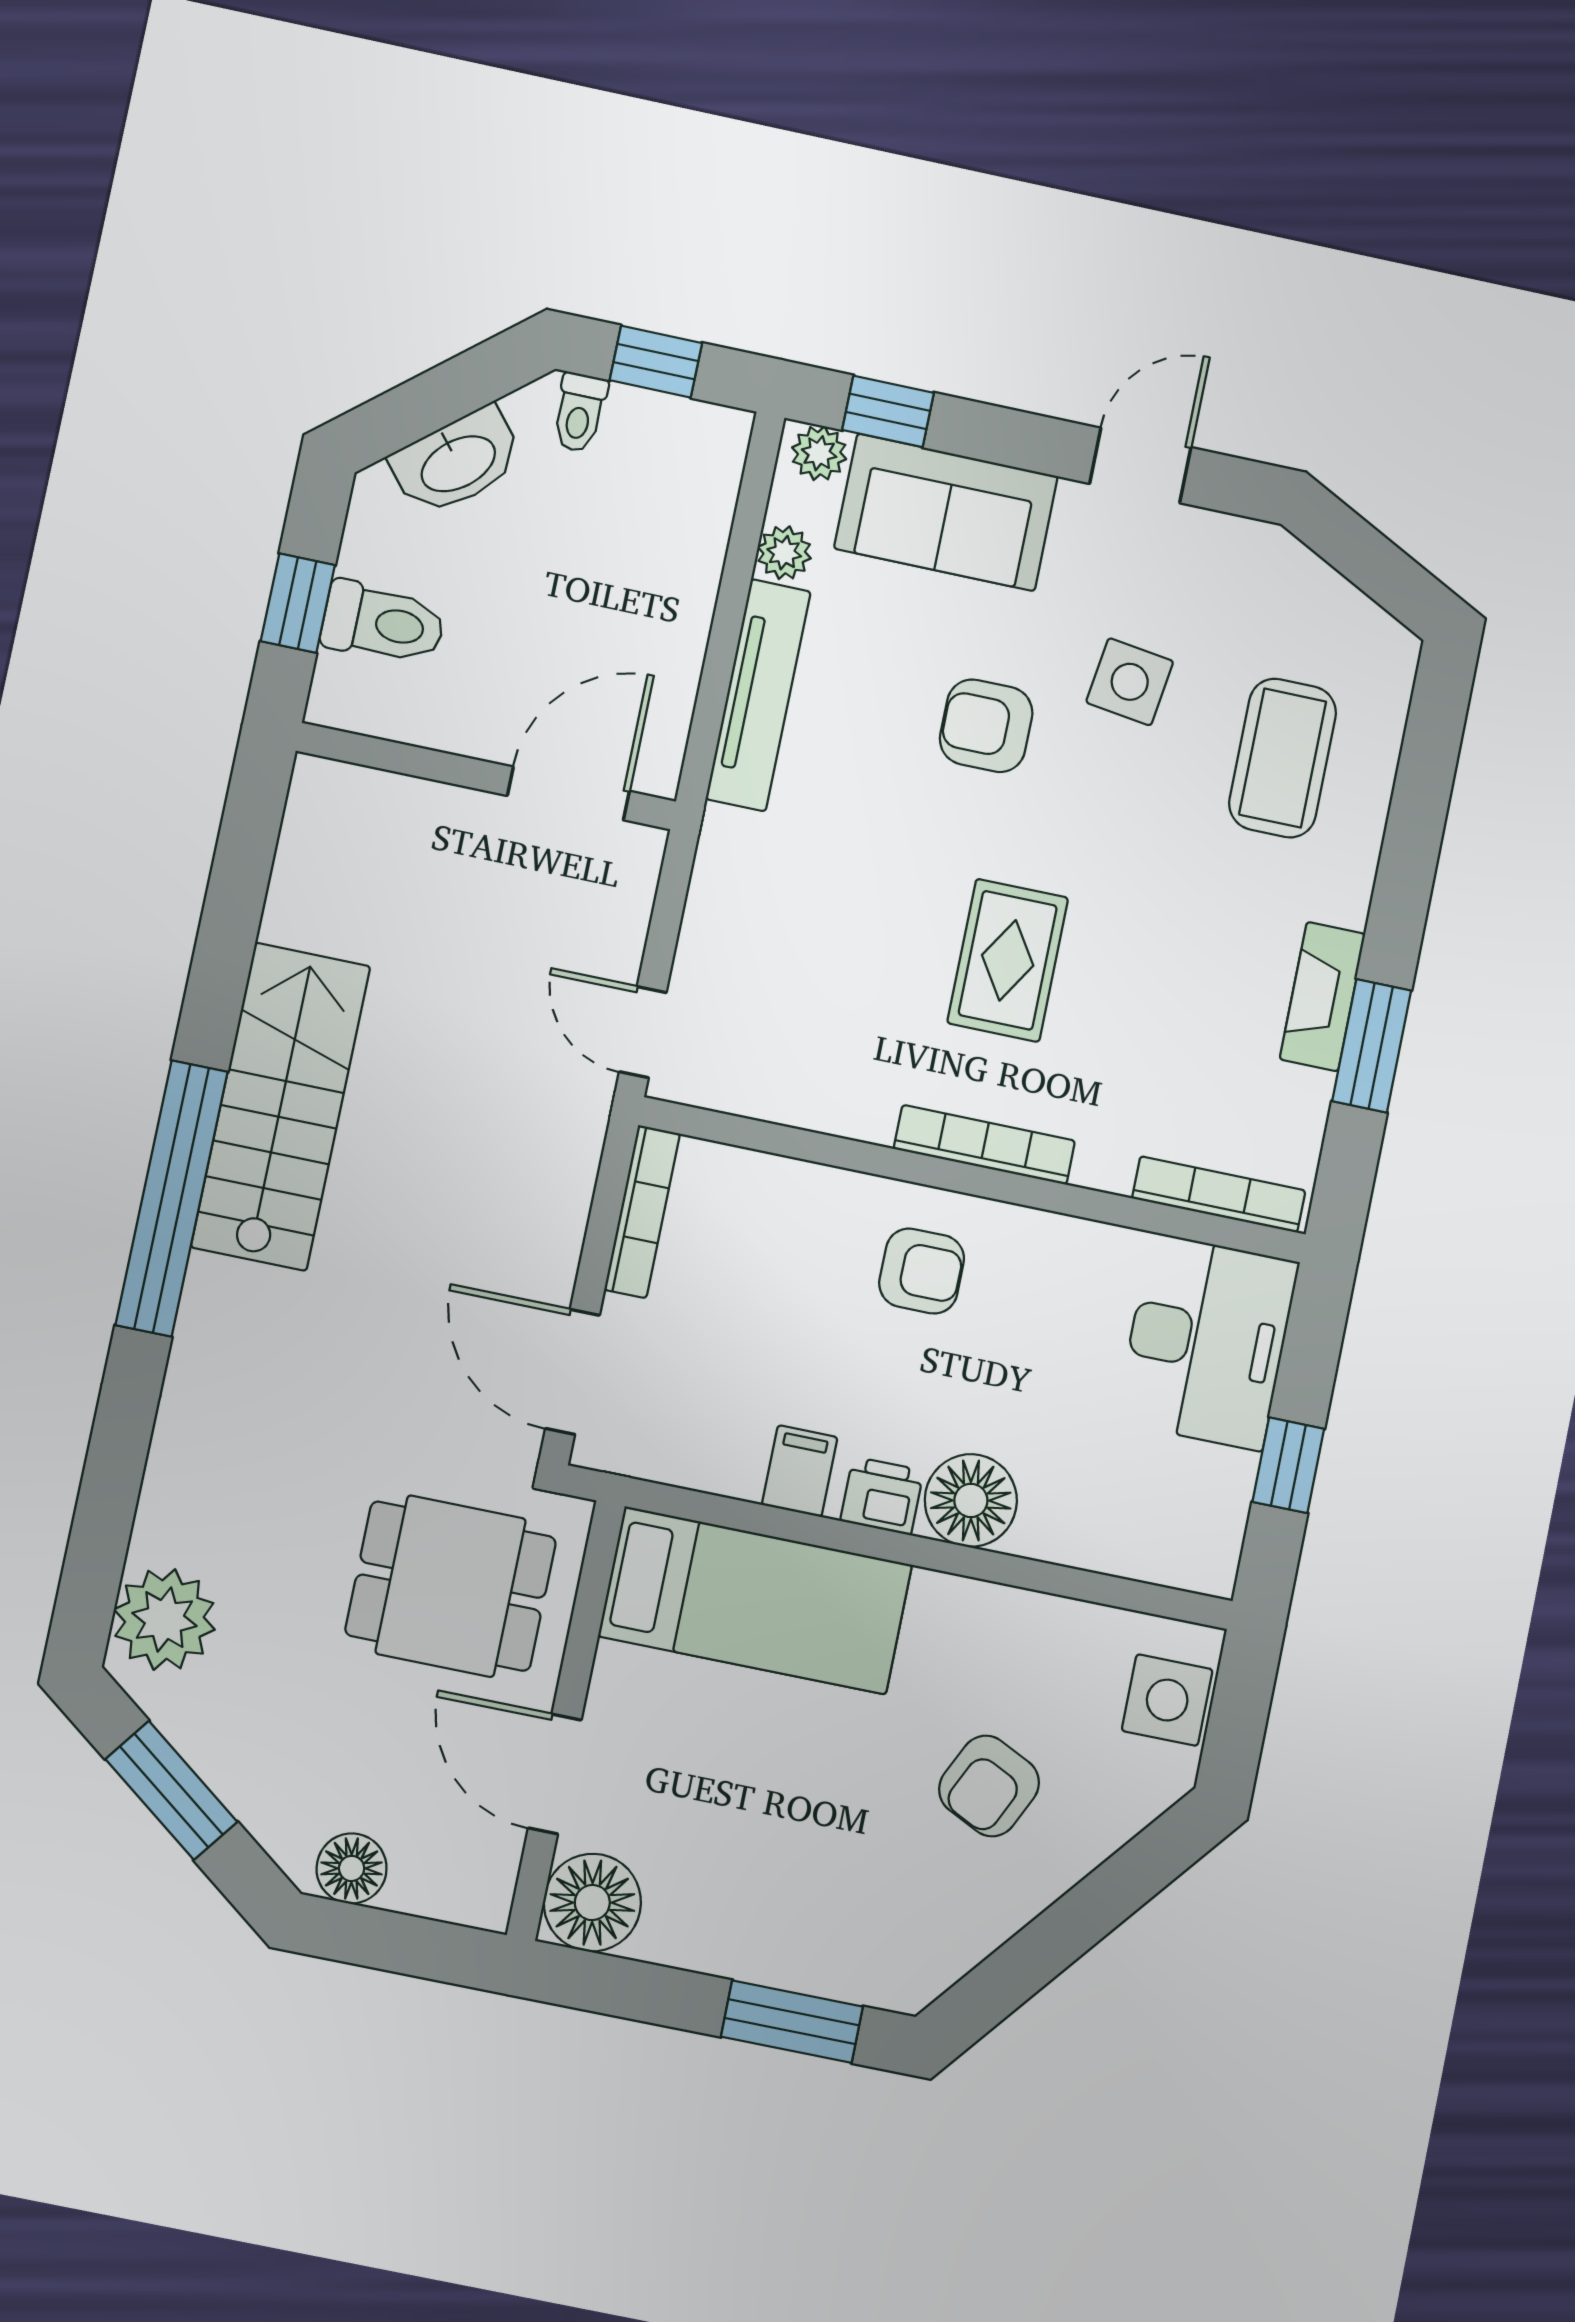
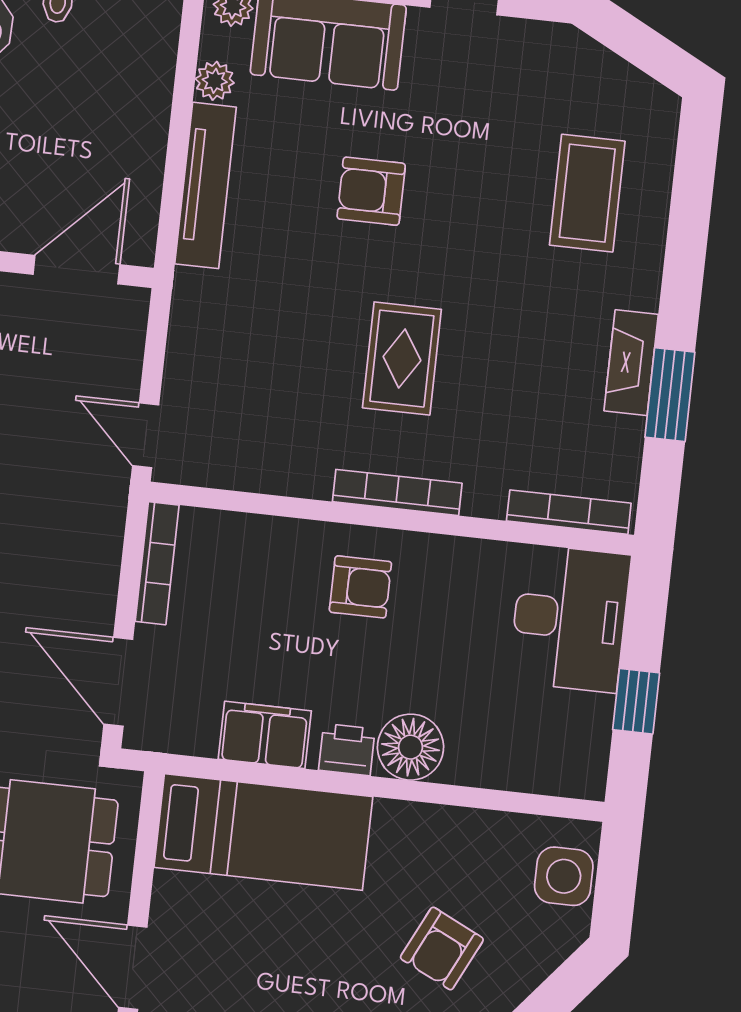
side table: (1130, 682) -> (472, 149), removed
filing cabinet: (800, 1471) -> (265, 735), width x2.00

